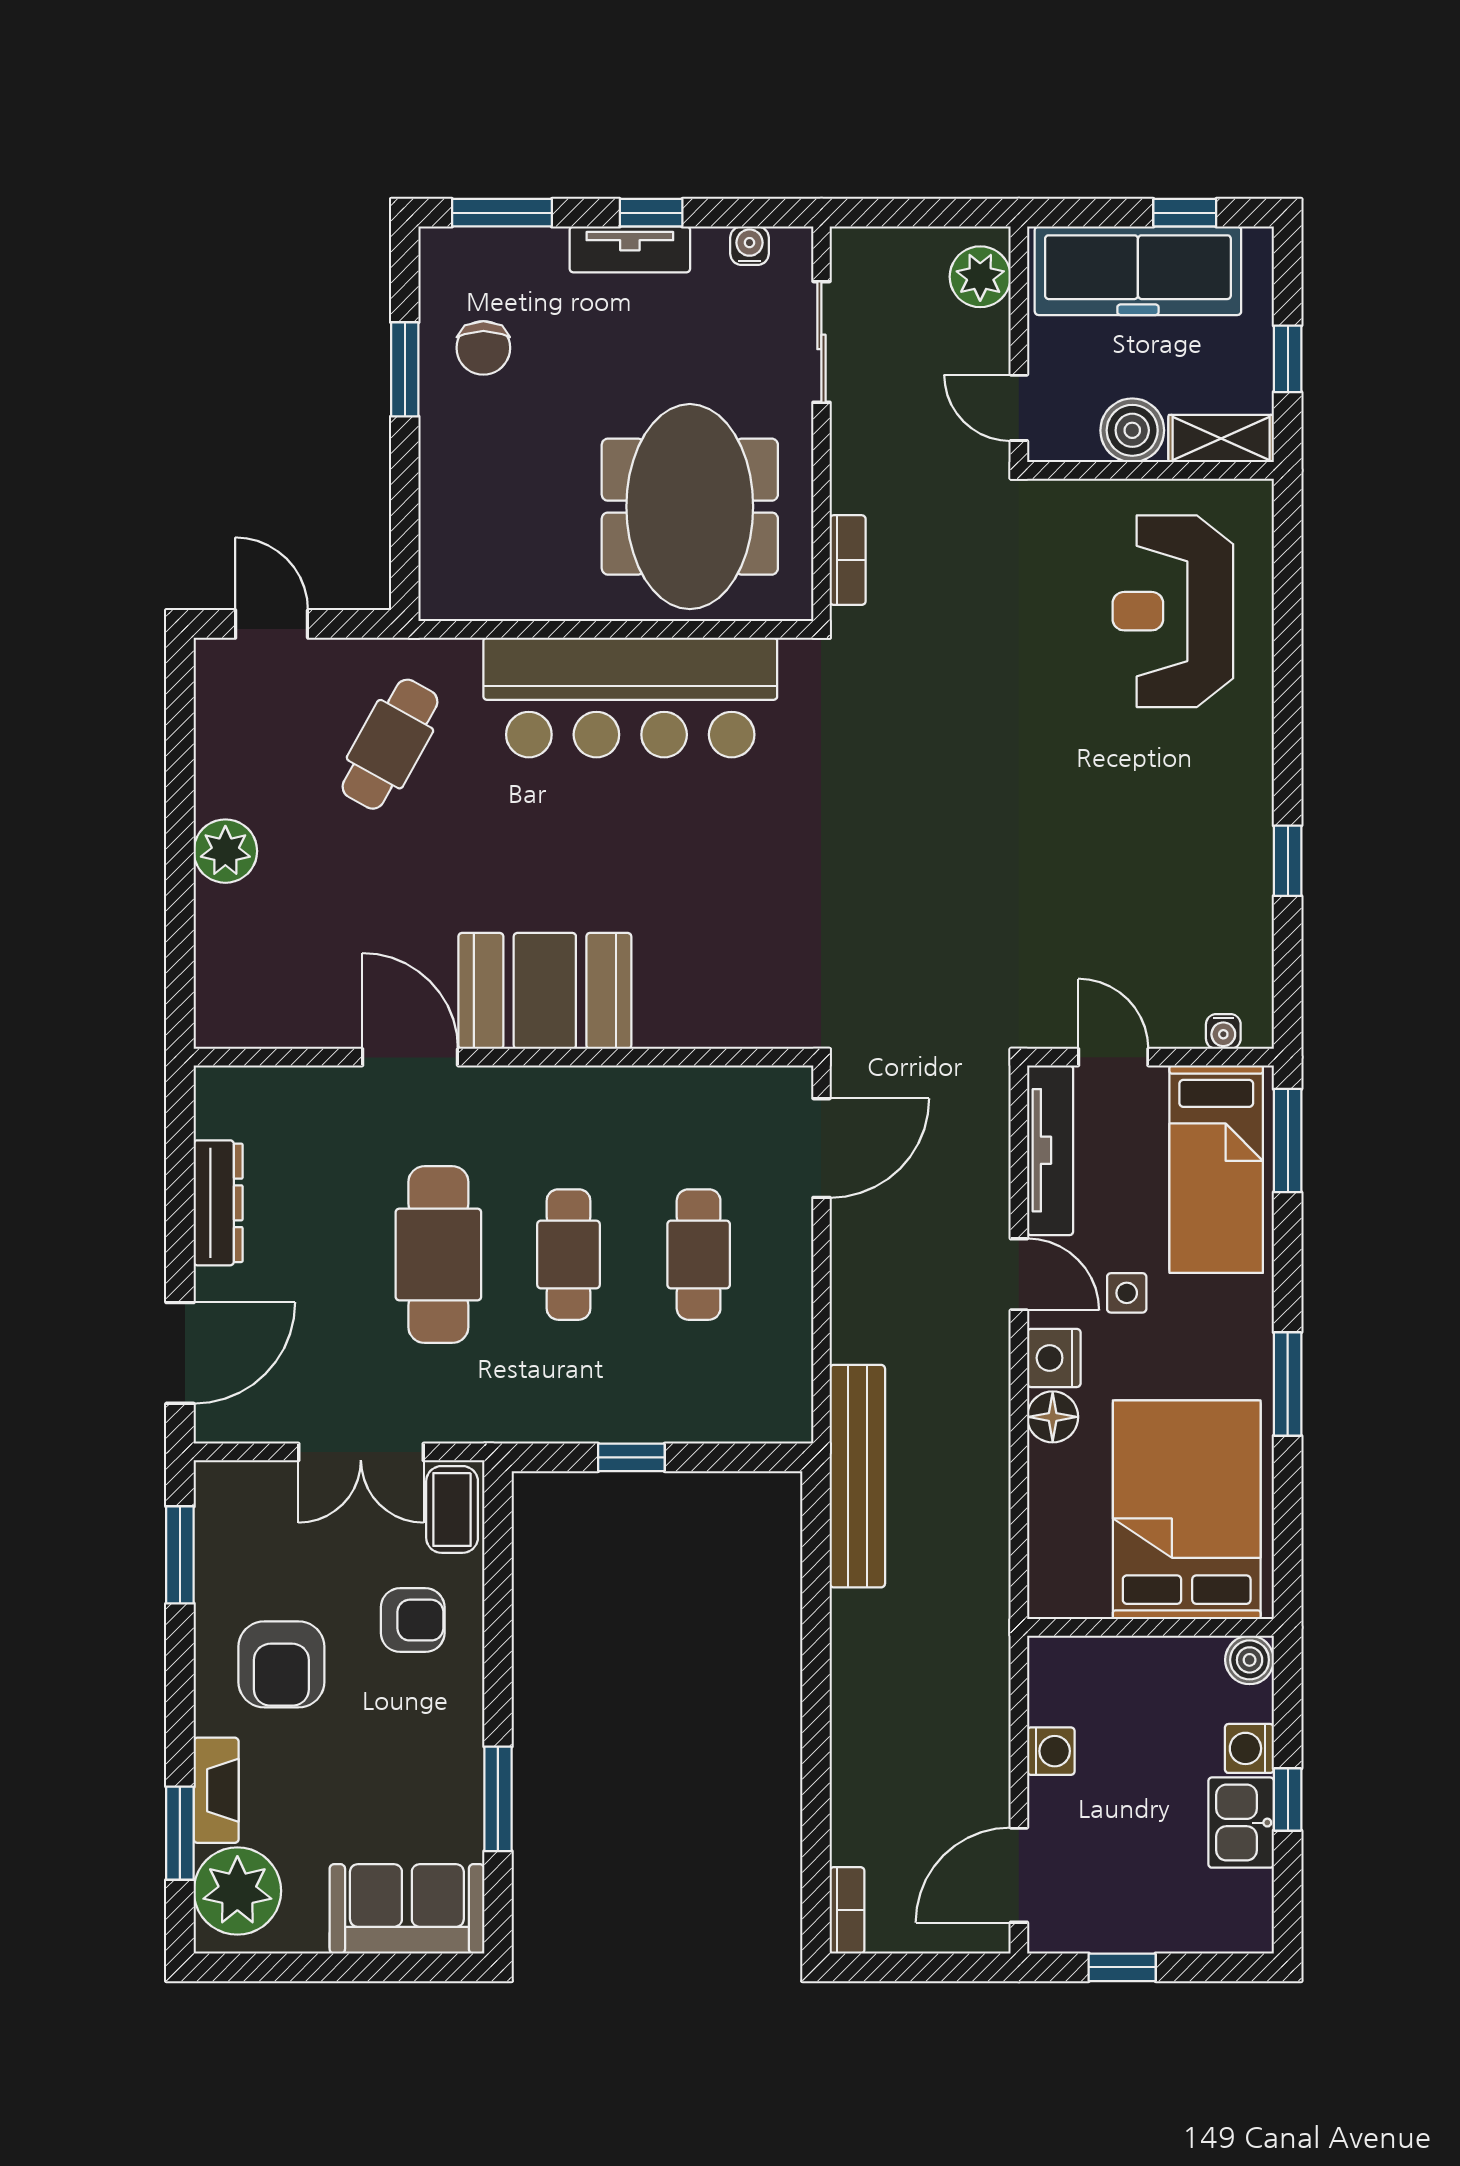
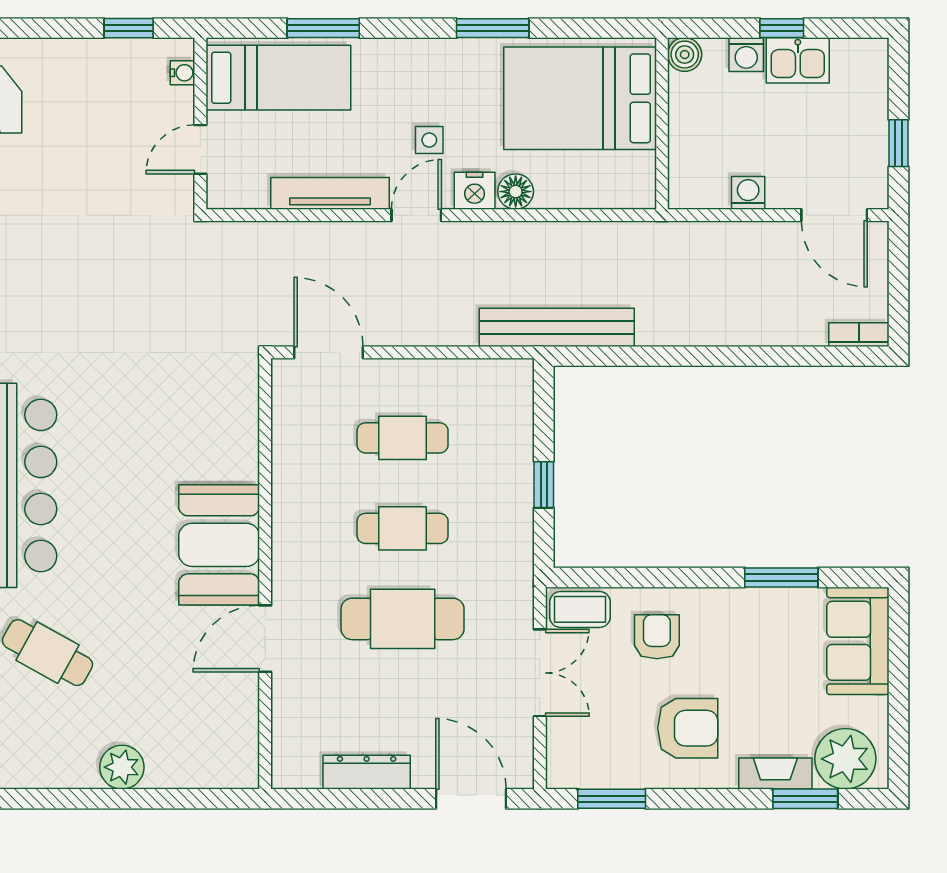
water cooler: (1223, 1031) -> (183, 73), moved
door: (1113, 1057) -> (200, 149), moved
wall: (1150, 1057) -> (200, 123), moved
bed: (1216, 1169) -> (278, 78), moved

